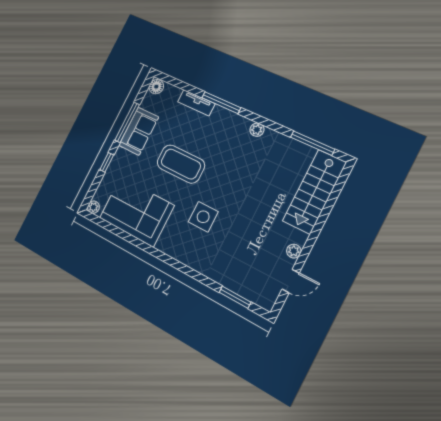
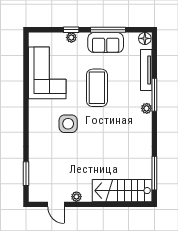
tv unit: (196, 103) -> (146, 70), width x1.41
plant: (257, 130) -> (147, 108), moved
plant: (93, 207) -> (71, 37), moved

